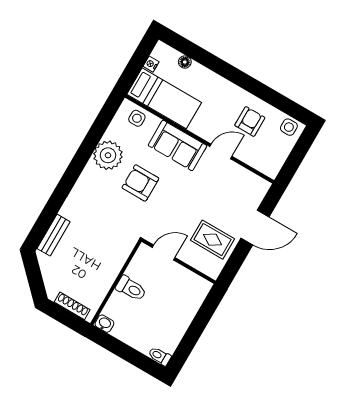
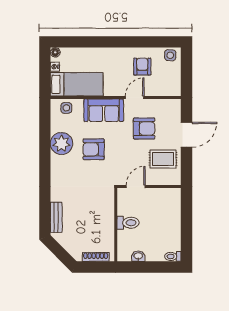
floor lamp: (185, 62) -> (55, 52), moved
armchair: (211, 193) -> (144, 128), added
washbasin: (104, 324) -> (138, 256), moved

